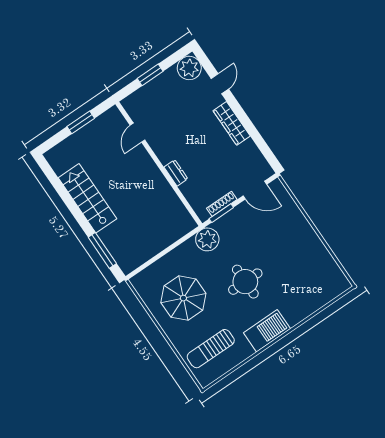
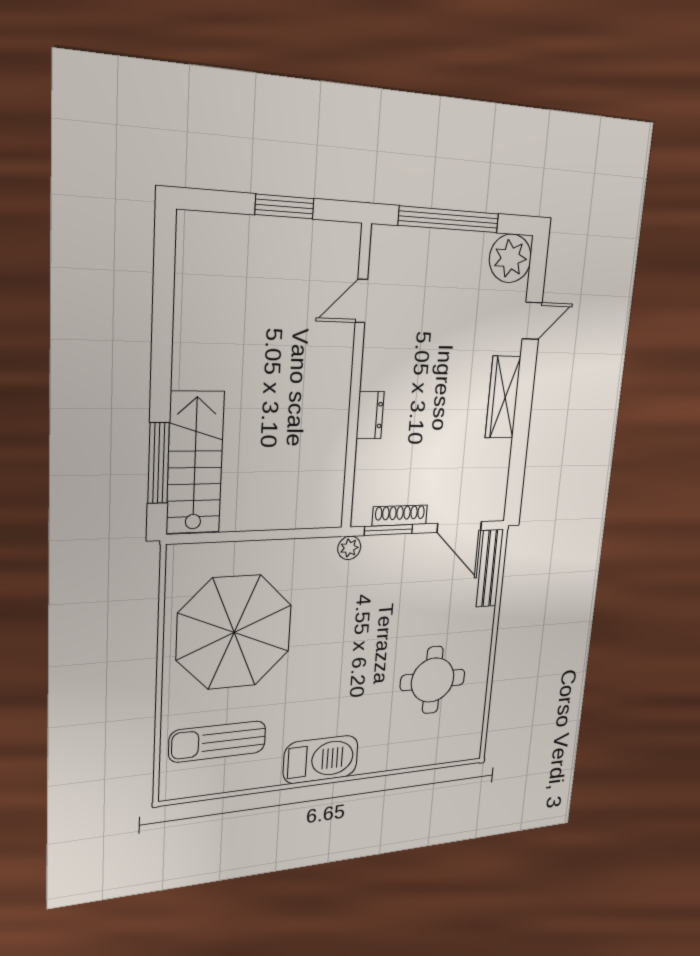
window: (150, 75) -> (449, 219), width x2.11
stairs: (87, 198) -> (195, 463), moved
bench: (285, 198) -> (490, 568), added
plant: (207, 239) -> (349, 548), width x0.53, depth x0.53
round table: (245, 282) -> (433, 680), moved
parasol: (183, 298) -> (234, 632), width x1.36, depth x1.36

